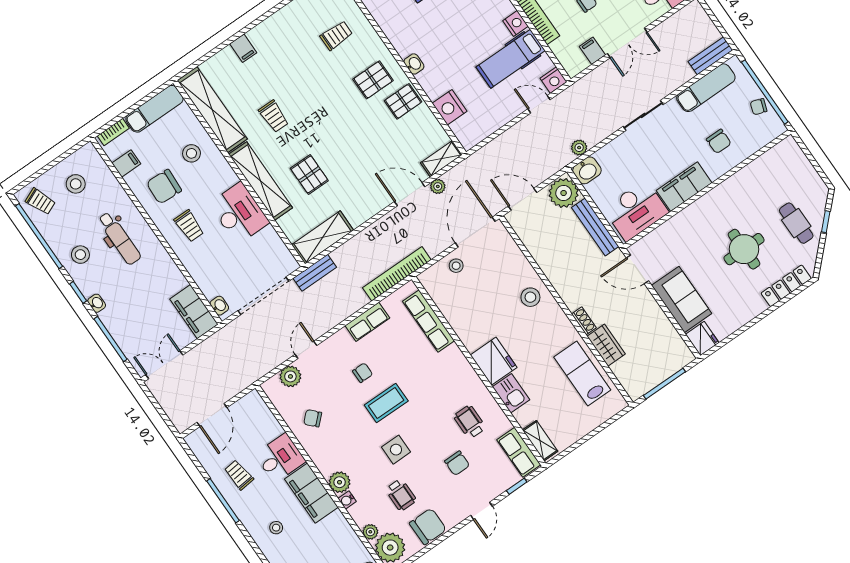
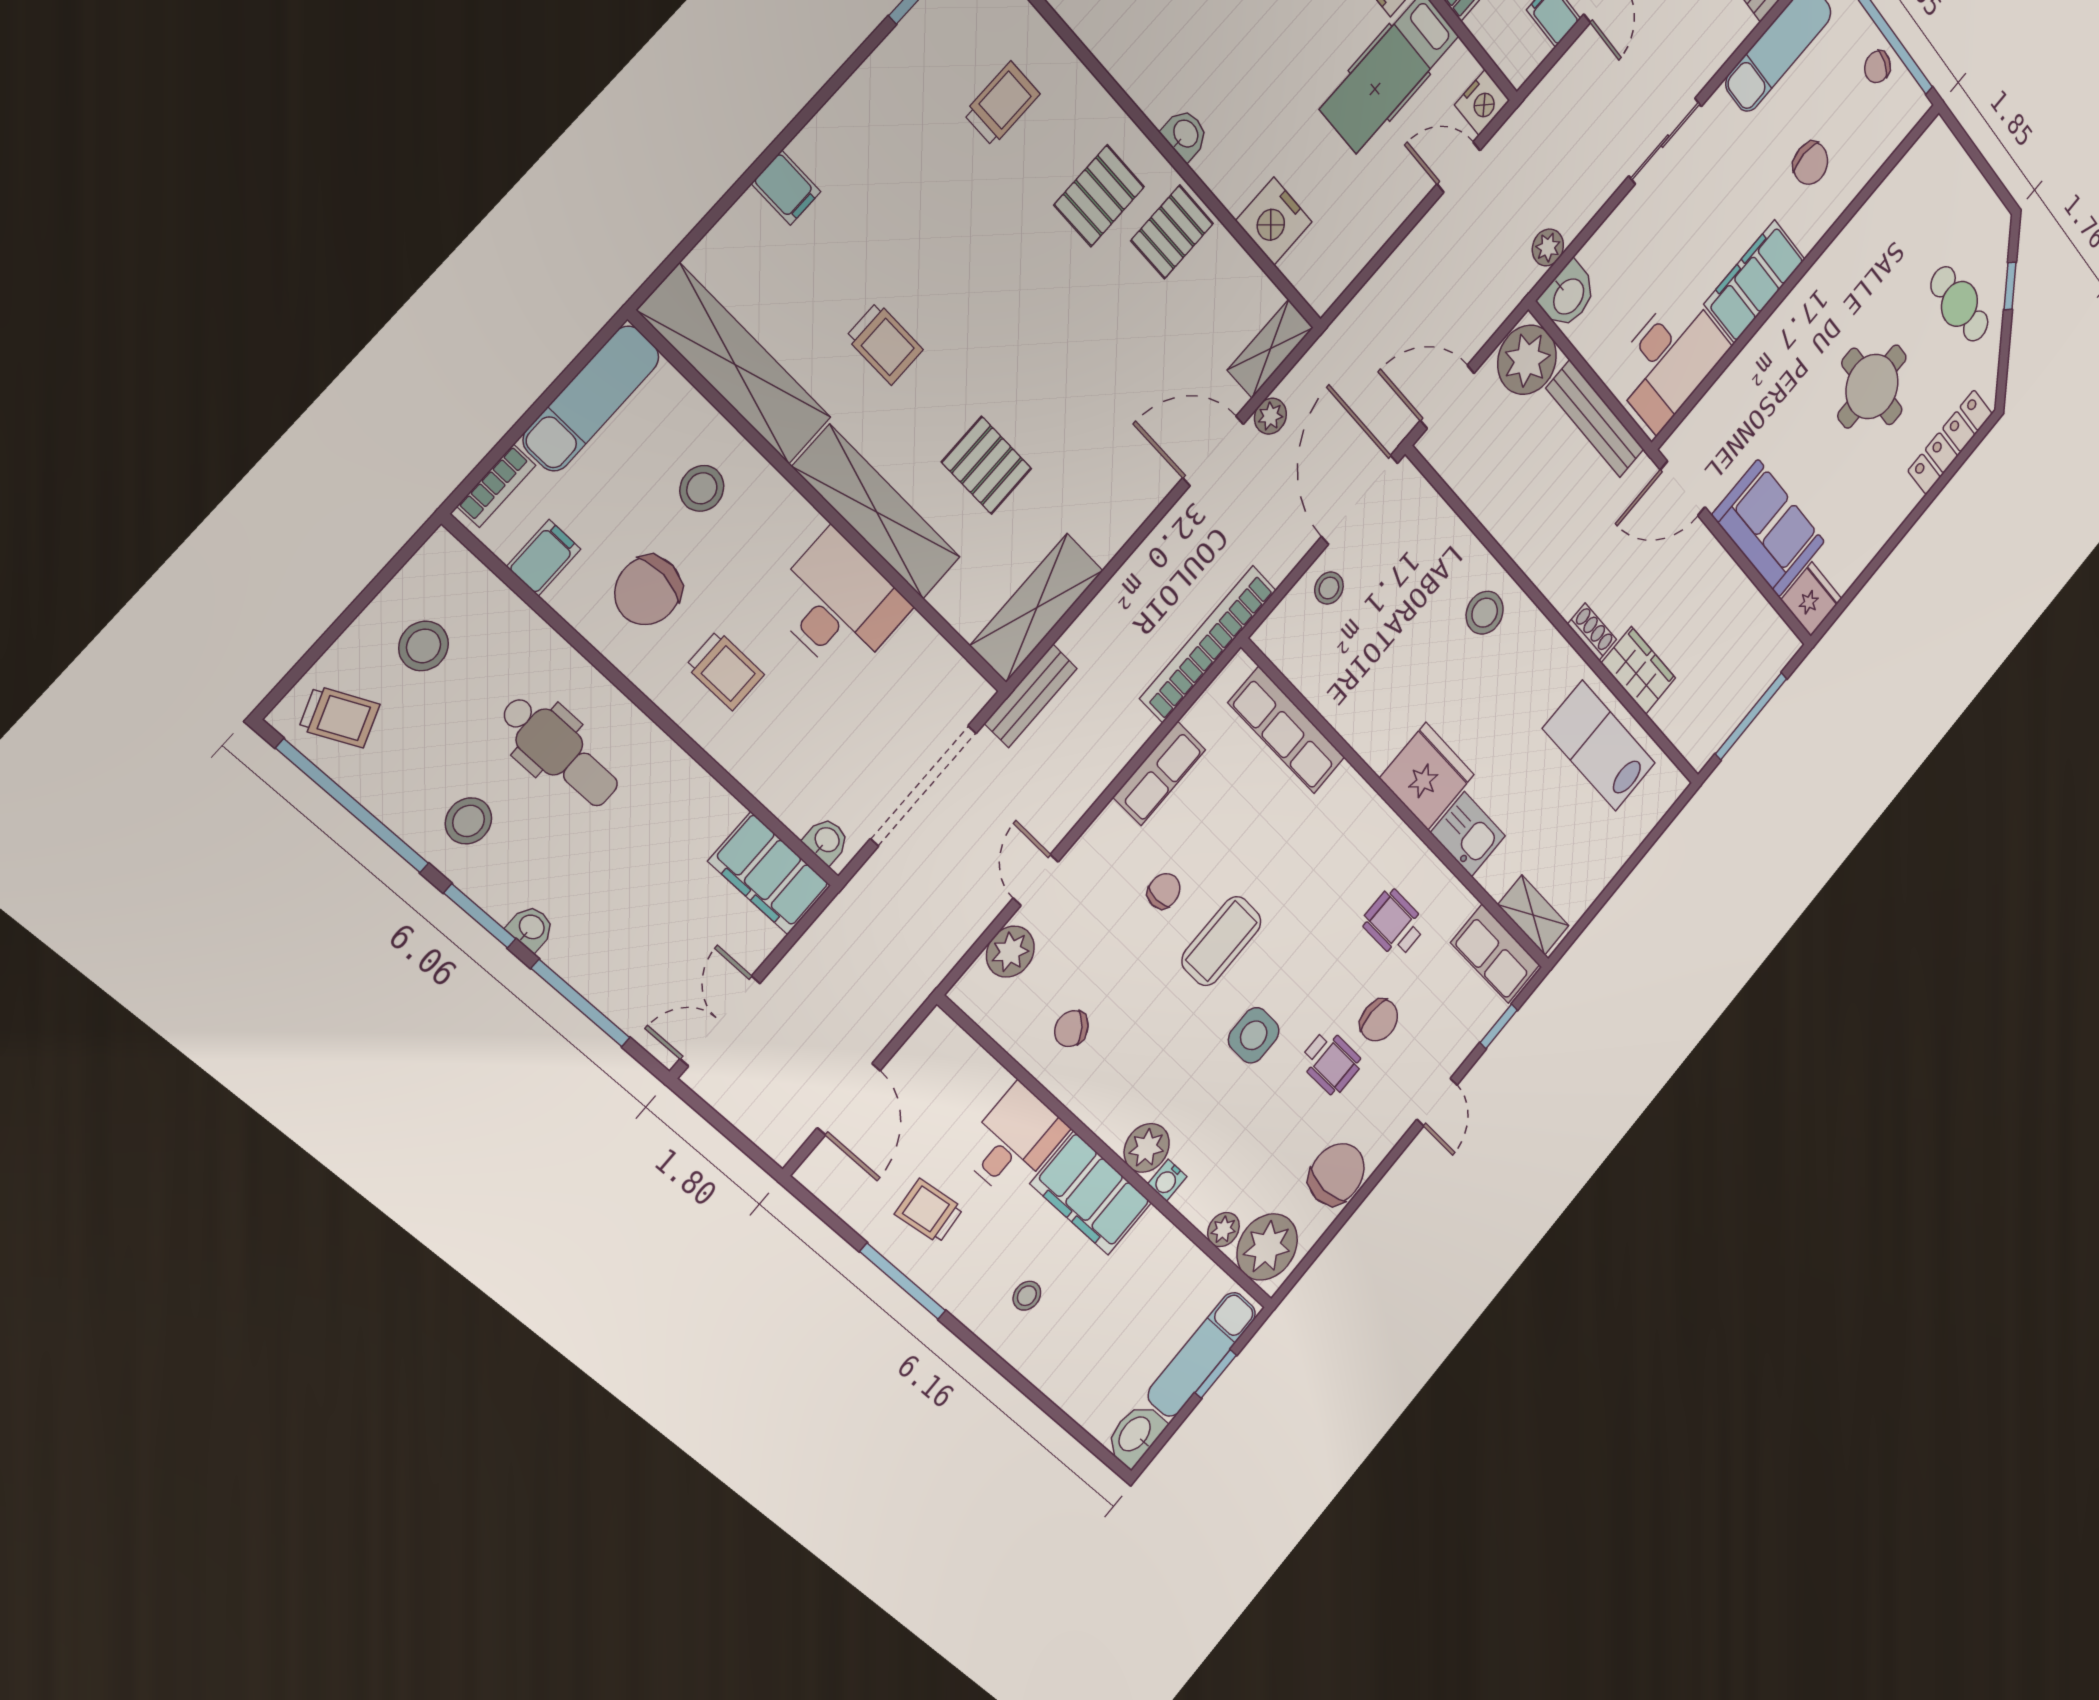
window: (78, 292) -> (480, 916), width x1.50
wheelchair: (401, 495) -> (1331, 1062), moved

